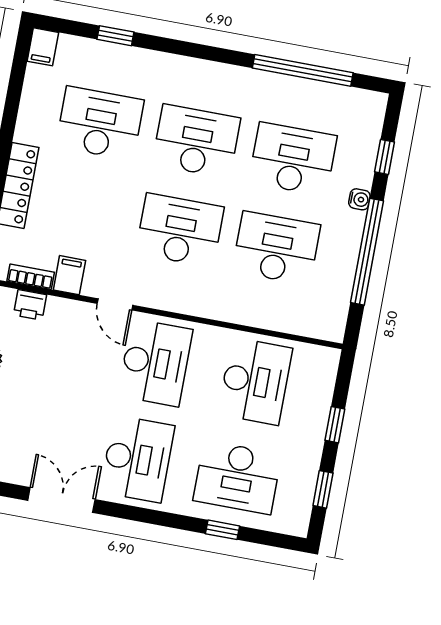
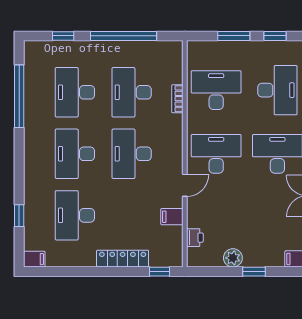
water cooler: (359, 199) -> (92, 47), removed
bookcase: (31, 277) -> (177, 99), moved
window: (335, 425) -> (234, 36), width x1.50

